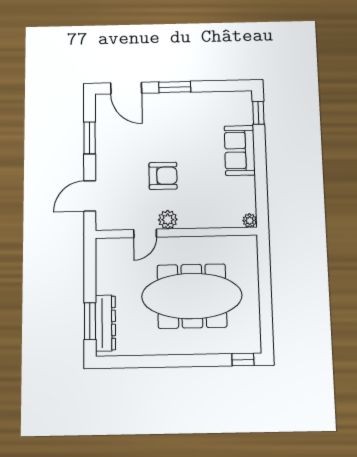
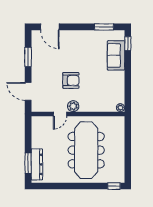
window: (175, 87) -> (104, 27), moved
sofa: (240, 150) -> (116, 55), moved
door: (90, 196) -> (28, 91), hinge flipped
meeting table: (192, 296) -> (86, 150), turned 90

